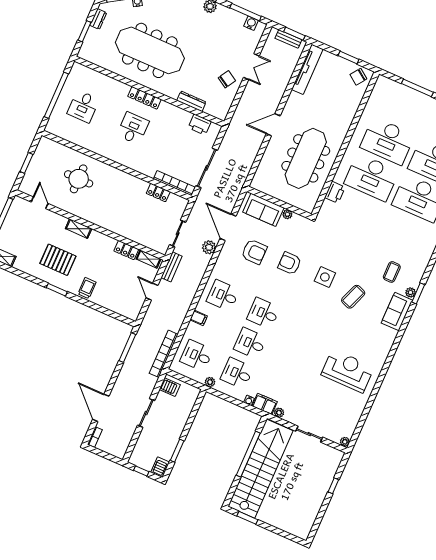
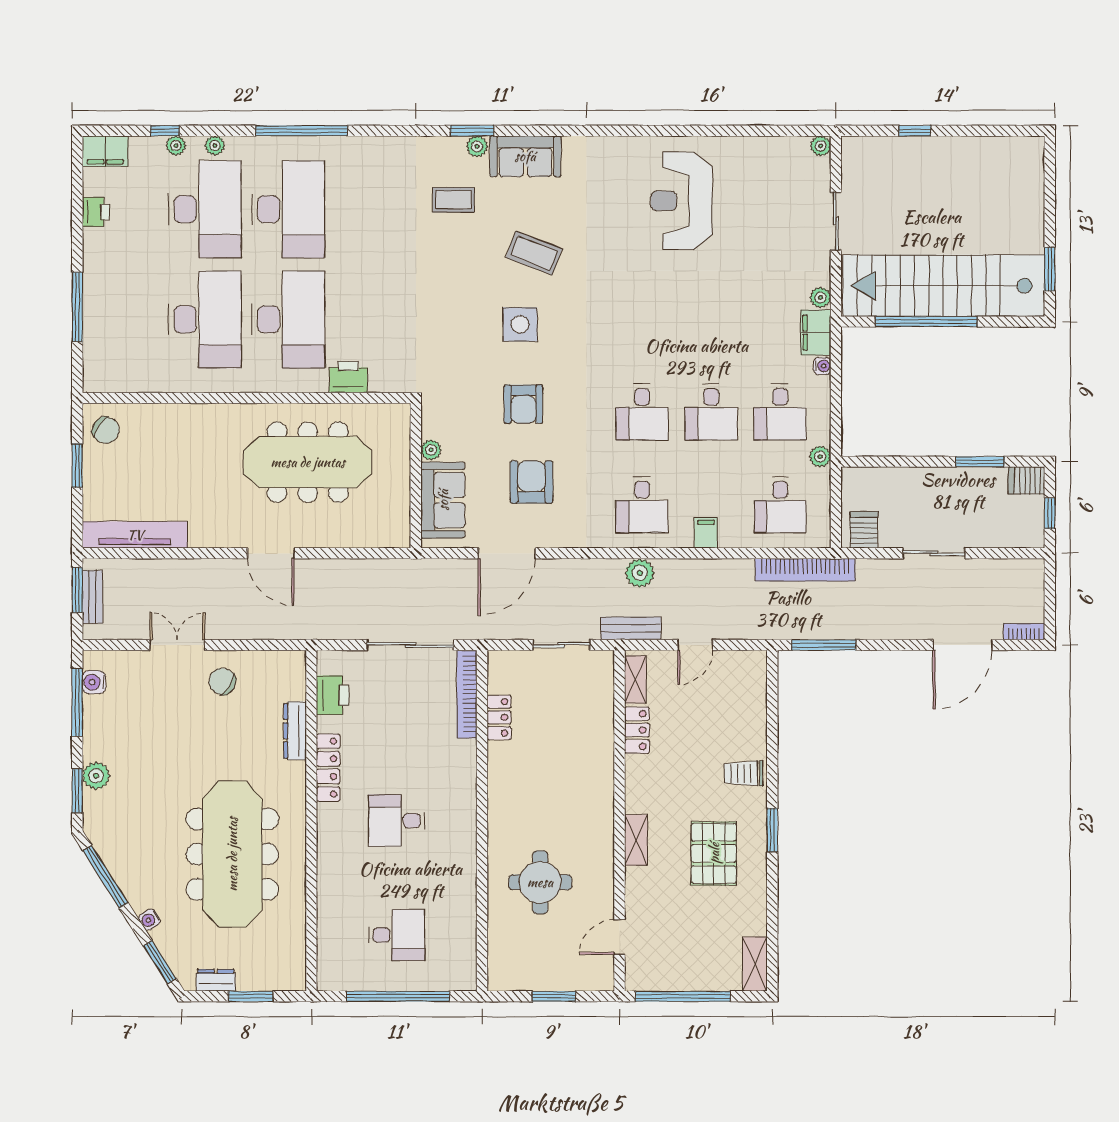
locker: (144, 98) -> (328, 768), moved
plant: (209, 247) -> (640, 573), moved

